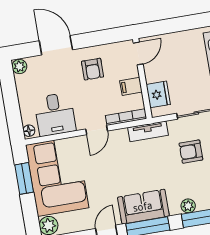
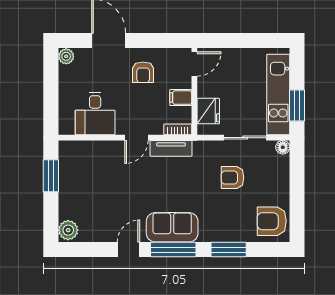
bookcase: (126, 117) -> (178, 129), width x0.64
floor lamp: (29, 131) -> (65, 126), removed
tv unit: (148, 131) -> (171, 148), moved
corner sofa: (57, 176) -> (86, 180), removed
plant: (188, 206) -> (220, 235), removed

